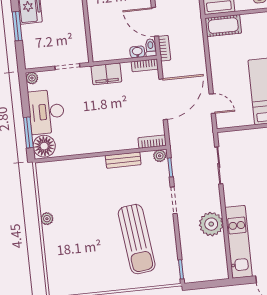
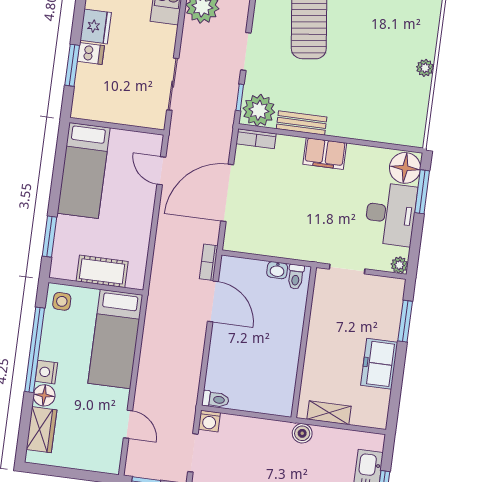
window: (17, 26) -> (405, 321), moved
cot: (223, 26) -> (102, 271), moved
toilet: (151, 47) -> (296, 277), moved
washbasin: (137, 52) -> (277, 270), moved
bookcase: (145, 65) -> (241, 245), removed
filing cabinet: (106, 74) -> (325, 154), moved, turned 180
plant: (160, 156) -> (259, 110), width x1.88, depth x1.88

